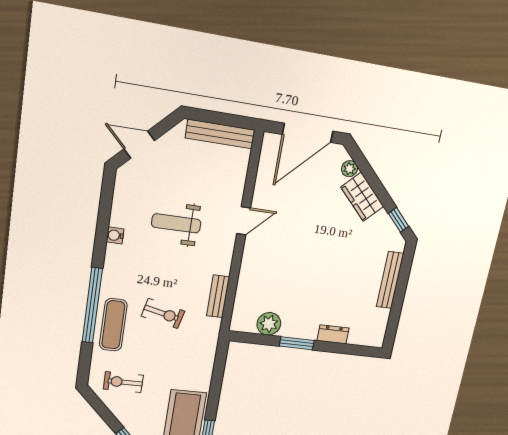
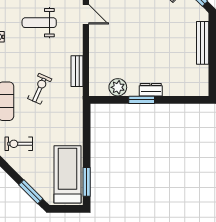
door: (244, 221) -> (86, 14), hinge flipped
exercise bike: (163, 314) -> (40, 89), turned -79
dresser: (333, 334) -> (151, 90), moved

